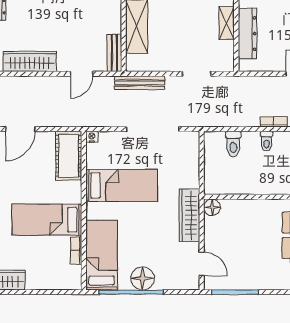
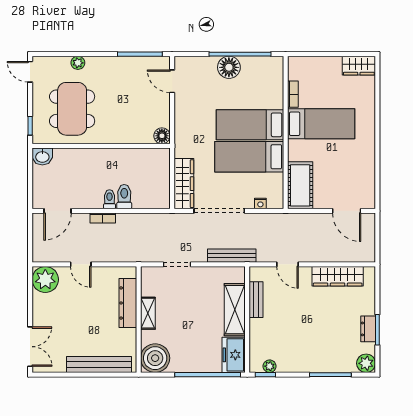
bench: (114, 53) -> (256, 300), moved
door: (82, 74) -> (288, 264), swing flipped
door: (20, 129) -> (347, 211), swing flipped
nightstand: (92, 137) -> (260, 204), moved
toilet: (233, 144) -> (124, 197), moved
wardrobe: (189, 215) -> (184, 184), moved
bed: (102, 255) -> (250, 125), moved, turned 90

